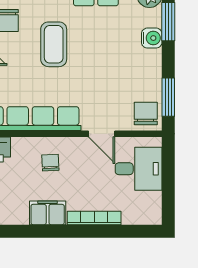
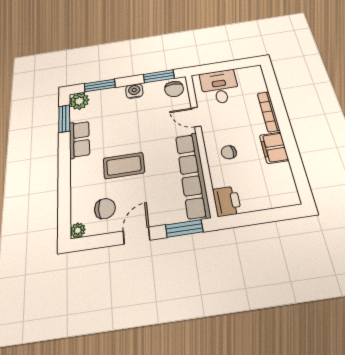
water cooler: (152, 38) -> (134, 91), moved
chair: (146, 113) -> (174, 89), turned -90
door: (102, 134) -> (196, 117), swing flipped

